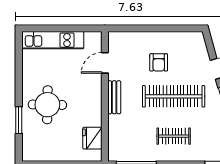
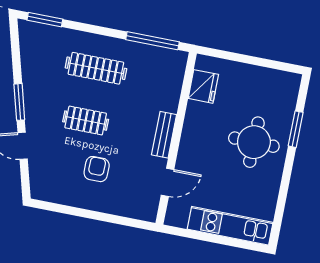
clothes rail: (174, 96) -> (86, 121), width x0.54, depth x0.76
clothes rail: (174, 136) -> (96, 68), width x1.36

